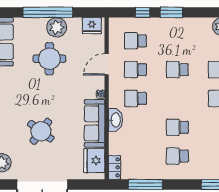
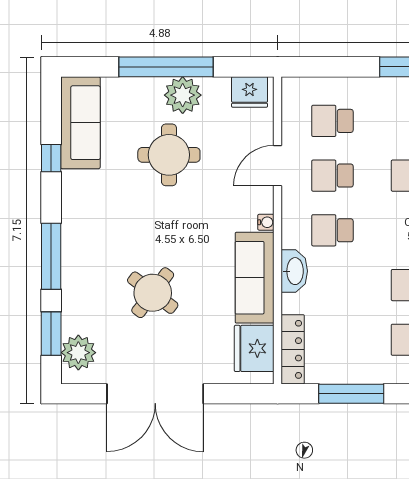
window: (143, 12) -> (346, 67), removed
locker: (115, 167) -> (293, 349), width x1.53

